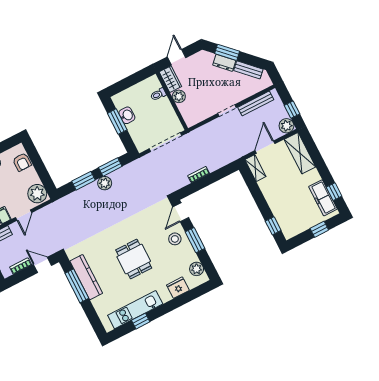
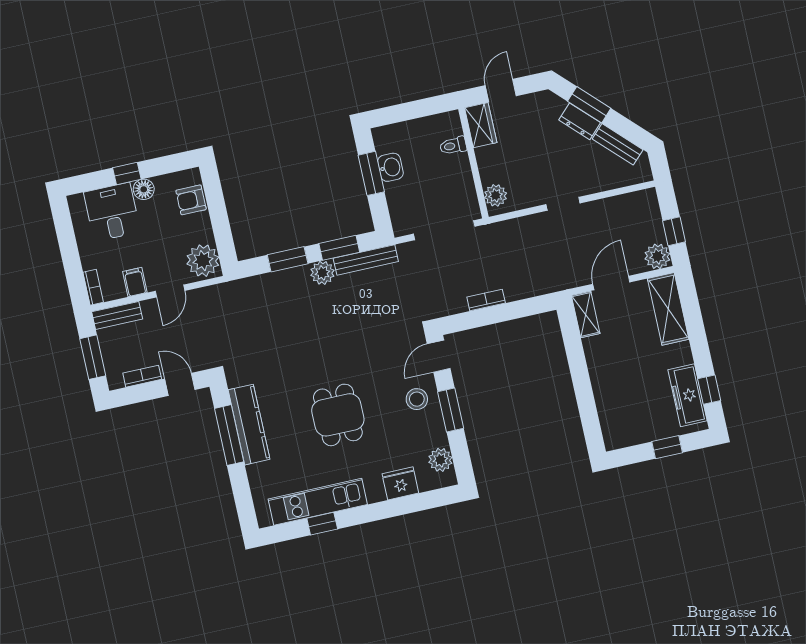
plant: (179, 96) -> (496, 195), moved
bench: (256, 103) -> (366, 260), moved
armchair: (22, 162) -> (191, 200), turned 90
window: (273, 226) -> (590, 421), removed

